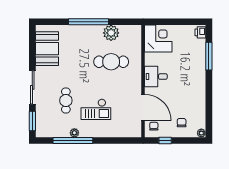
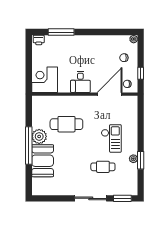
plant: (111, 33) -> (39, 136), moved
booth: (47, 49) -> (43, 161), moved, turned 90
cafe table: (111, 62) -> (66, 124), turned 90
window: (73, 140) -> (141, 160), width x0.47

